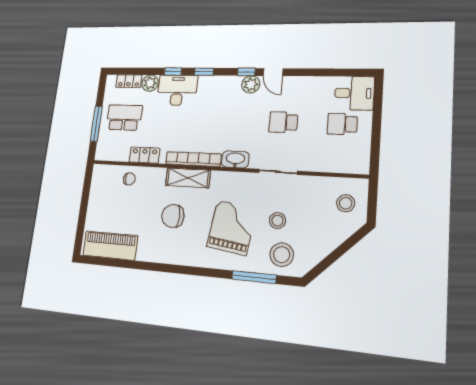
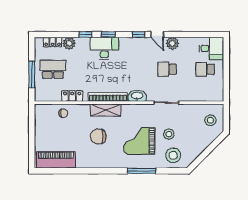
plant: (251, 84) -> (172, 43), moved
desk: (177, 90) -> (104, 48), moved
grand piano: (232, 228) -> (139, 141), turned -98
window: (254, 277) -> (141, 171), moved

